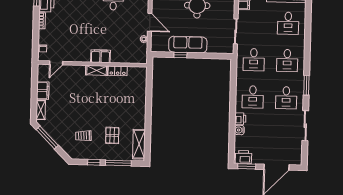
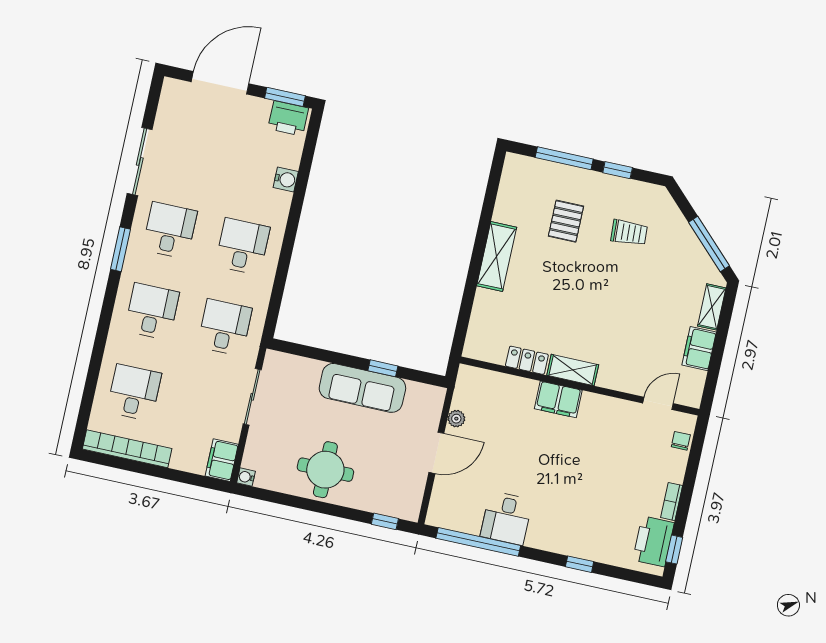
door: (150, 22) -> (436, 453), swing flipped
printer: (240, 119) -> (279, 204), removed
shelving: (139, 144) -> (497, 256), moved

